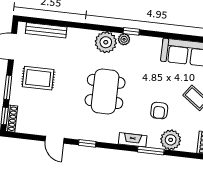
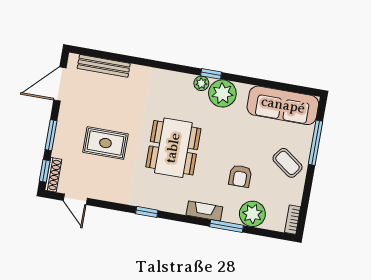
plant: (106, 42) -> (222, 93), moved
rug: (38, 78) -> (105, 143), moved
door: (54, 140) -> (75, 199), moved

